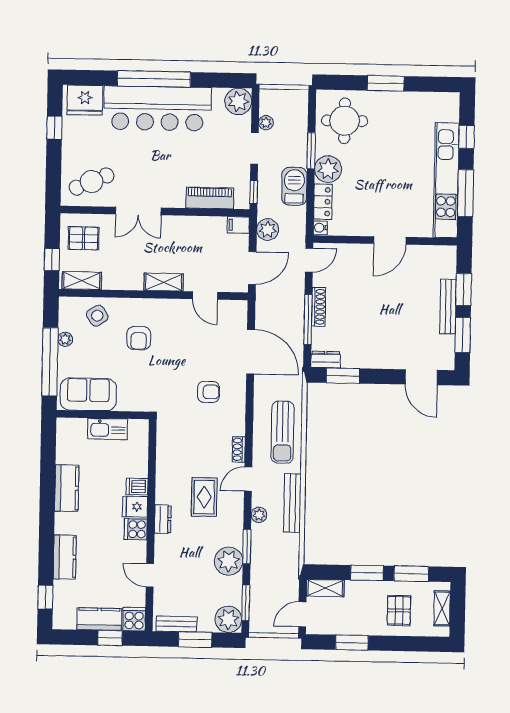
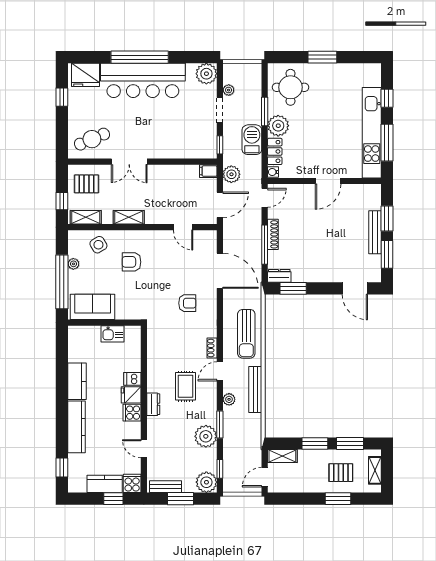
piano: (210, 198) -> (185, 150), removed
shelving: (164, 282) -> (129, 217), moved
armchair: (139, 338) -> (131, 262), turned 90
kitchen sink: (108, 429) -> (113, 334), width x0.73
kitchen counter: (65, 557) -> (76, 427), width x1.50
window: (246, 603) -> (220, 469), width x0.67
pallet: (399, 610) -> (341, 473), turned 90
window: (352, 643) -> (338, 499), moved

